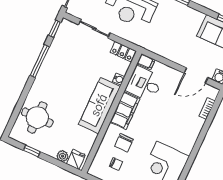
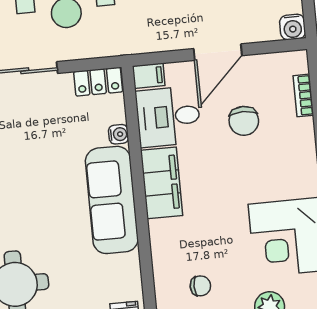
door: (196, 76) -> (218, 52), moved
chair: (124, 143) -> (244, 121), moved

